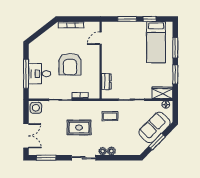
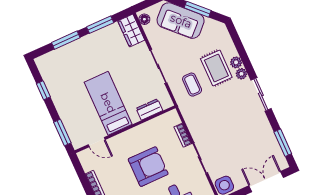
window: (127, 19) -> (62, 133), moved
bed: (156, 42) -> (108, 103), moved, turned -90
rug: (79, 128) -> (216, 68), moved

